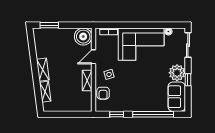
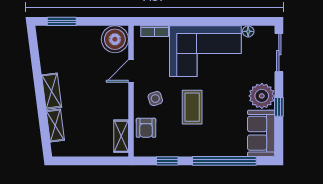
coffee table: (133, 80) -> (192, 107), added
shelving: (87, 81) -> (121, 136), moved

